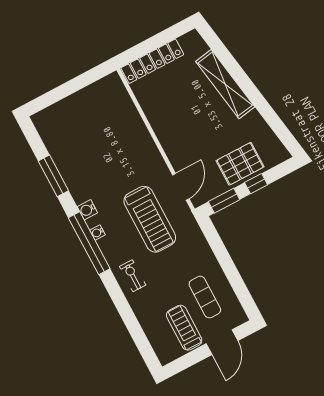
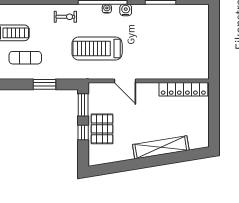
locker: (152, 61) -> (183, 89), moved, turned -90
door: (181, 187) -> (125, 81), moved
window: (224, 258) -> (44, 84), added

